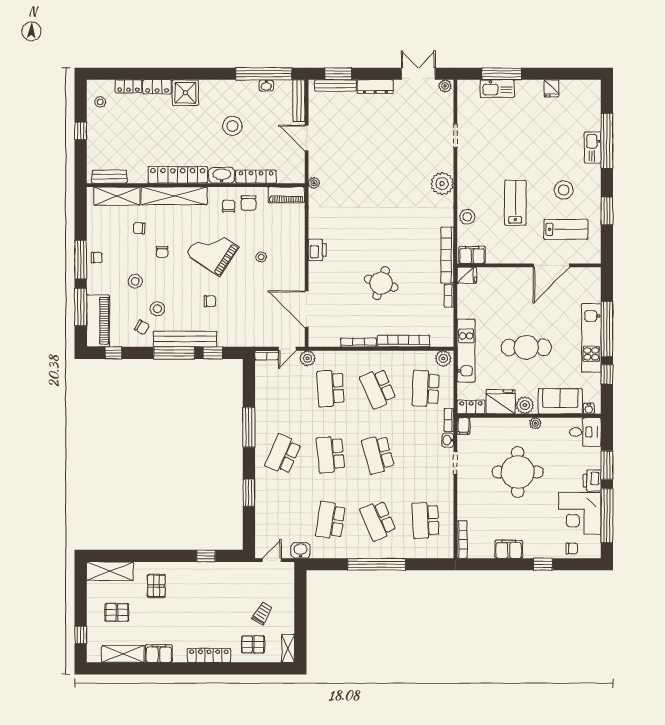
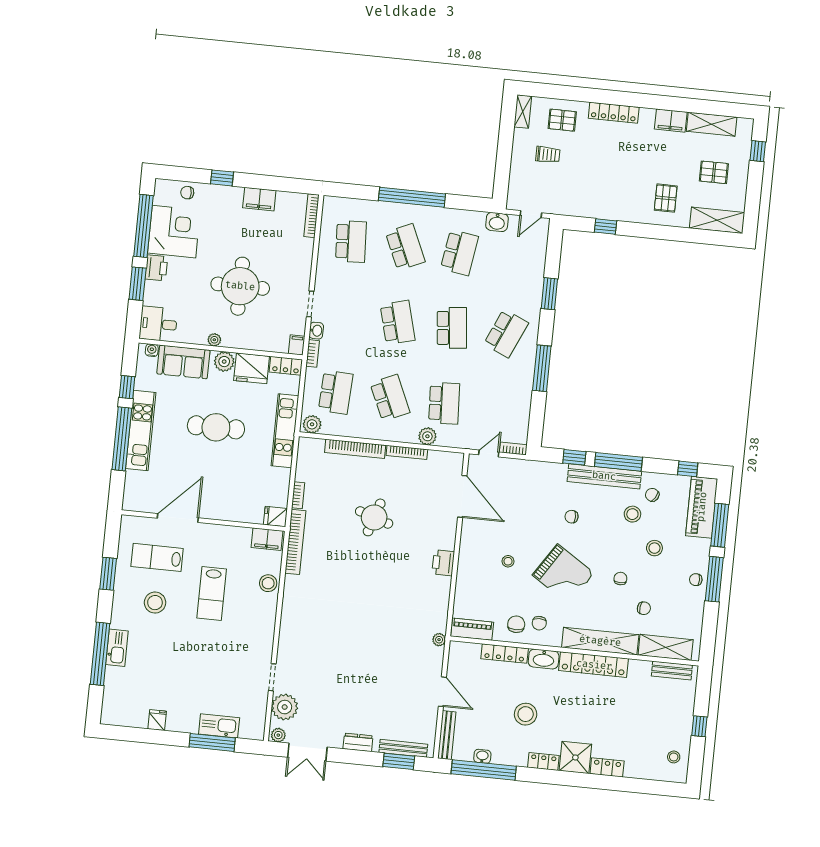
locker: (128, 86) -> (543, 762), moved
dresser: (375, 87) -> (358, 742), width x0.70
plant: (442, 184) -> (285, 707), moved
plant: (307, 358) -> (427, 436), moved
trolley: (262, 613) -> (548, 155), turned -121

